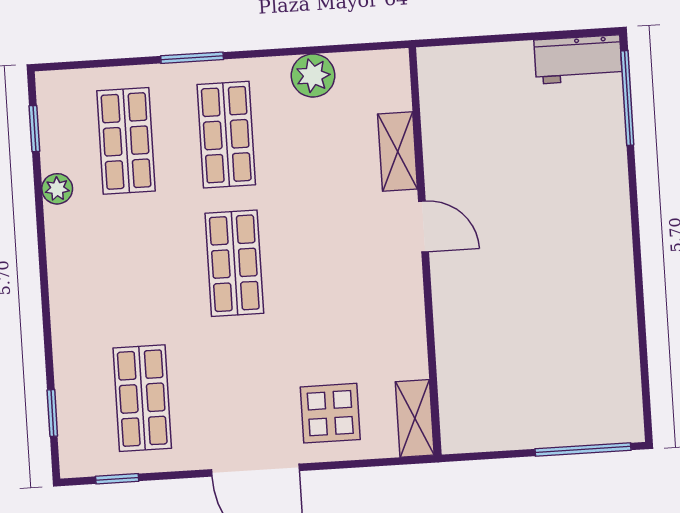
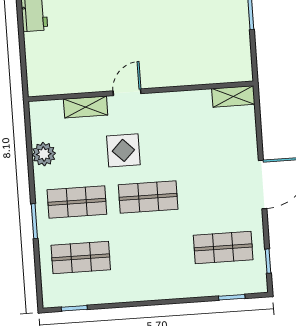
plant: (57, 189) -> (108, 295), removed
display table: (330, 413) -> (123, 150), moved

